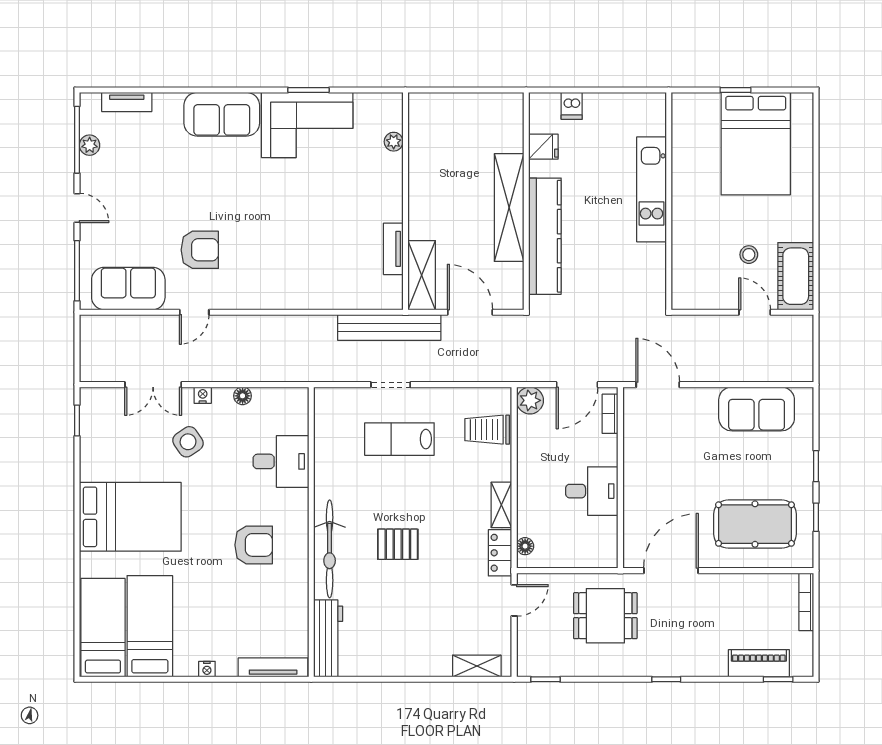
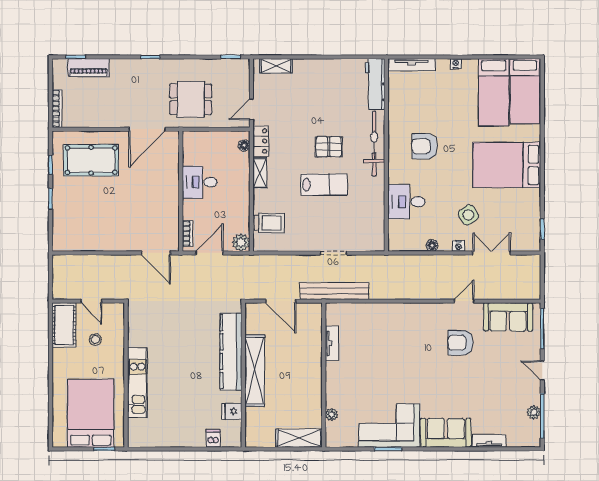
tv unit: (127, 102) -> (489, 441), moved
kitchen unit: (651, 189) -> (137, 383), moved
wall: (669, 201) -> (126, 375), moved
shelving: (422, 275) -> (299, 438), moved, turned 90
sofa: (757, 409) -> (90, 237), removed
lab bench: (399, 439) -> (324, 185), moved

